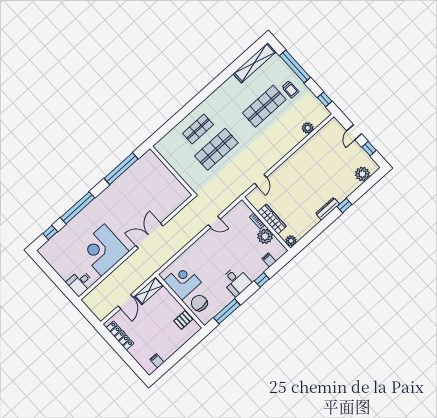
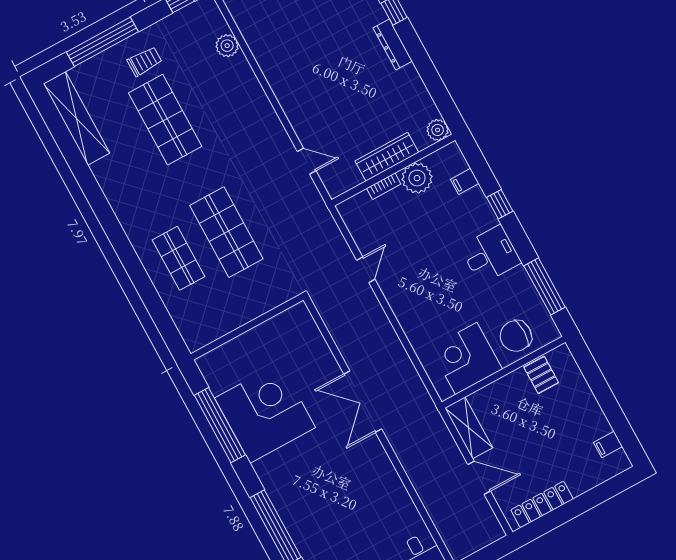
corner desk: (103, 250) -> (265, 413), moved, turned 180

